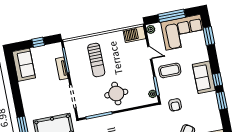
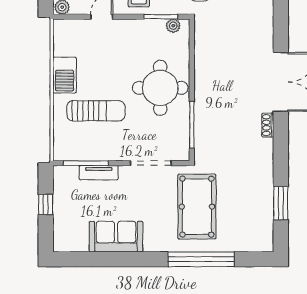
barbecue: (134, 34) -> (65, 75), moved
sofa: (24, 65) -> (116, 237), moved
round table: (116, 94) -> (160, 88), width x1.36, depth x1.36

